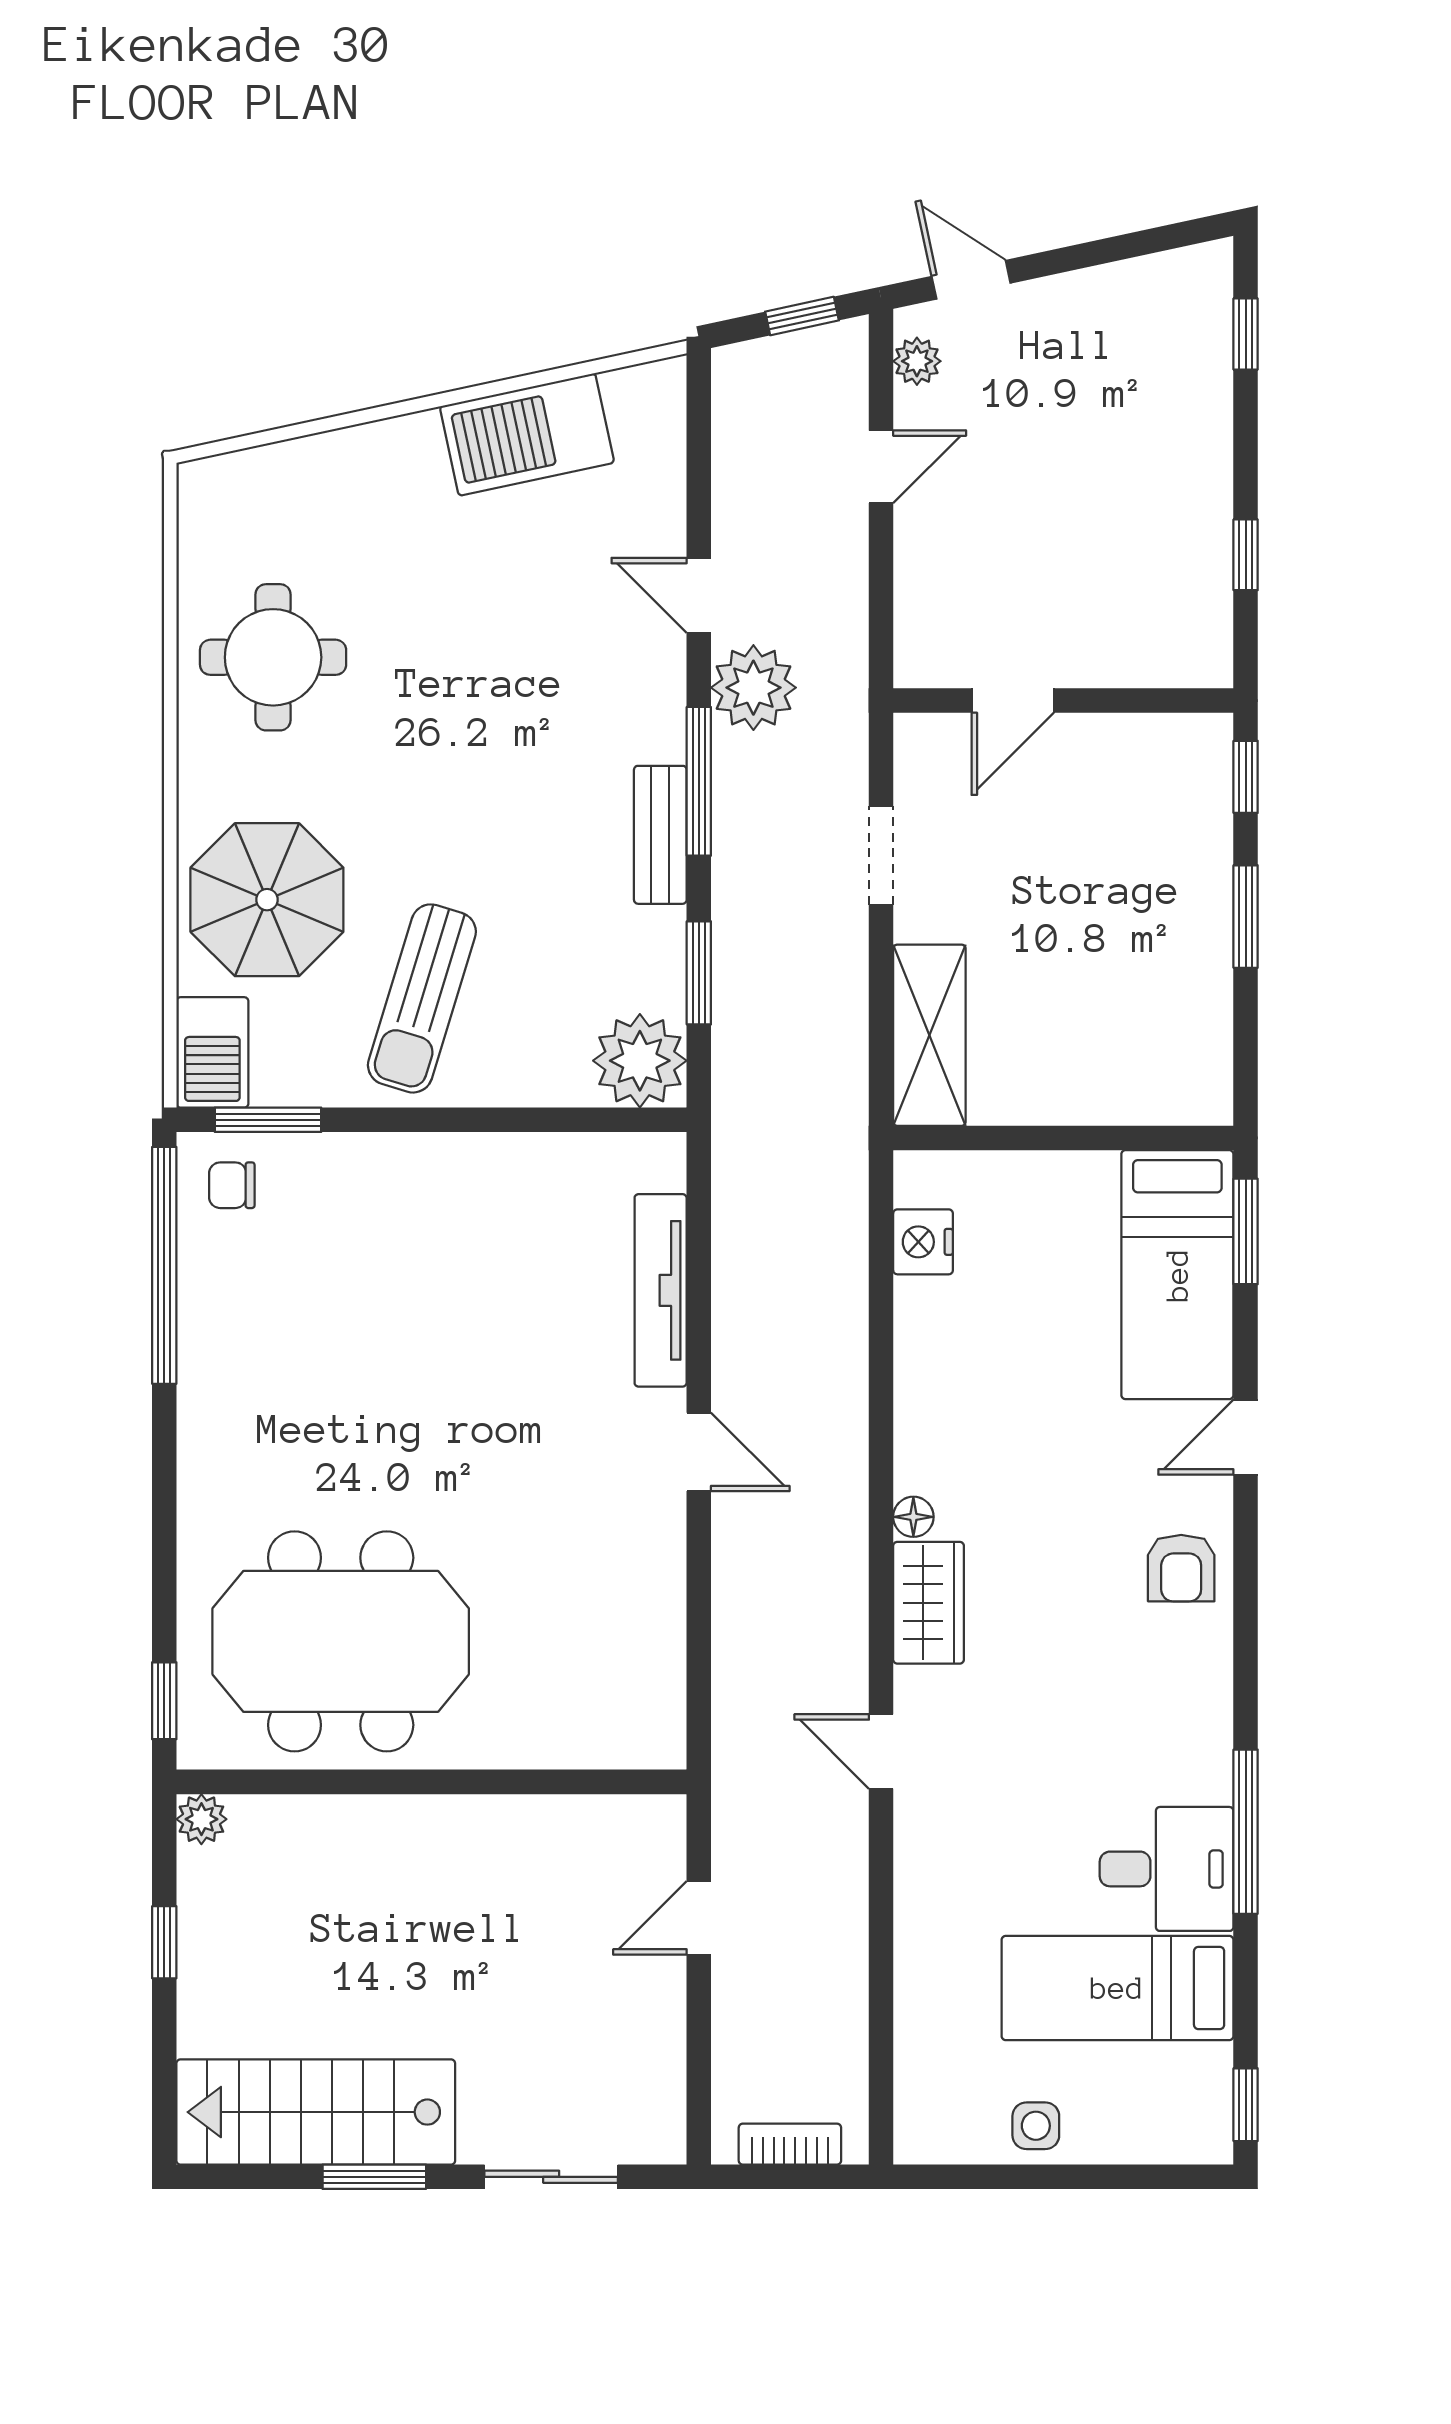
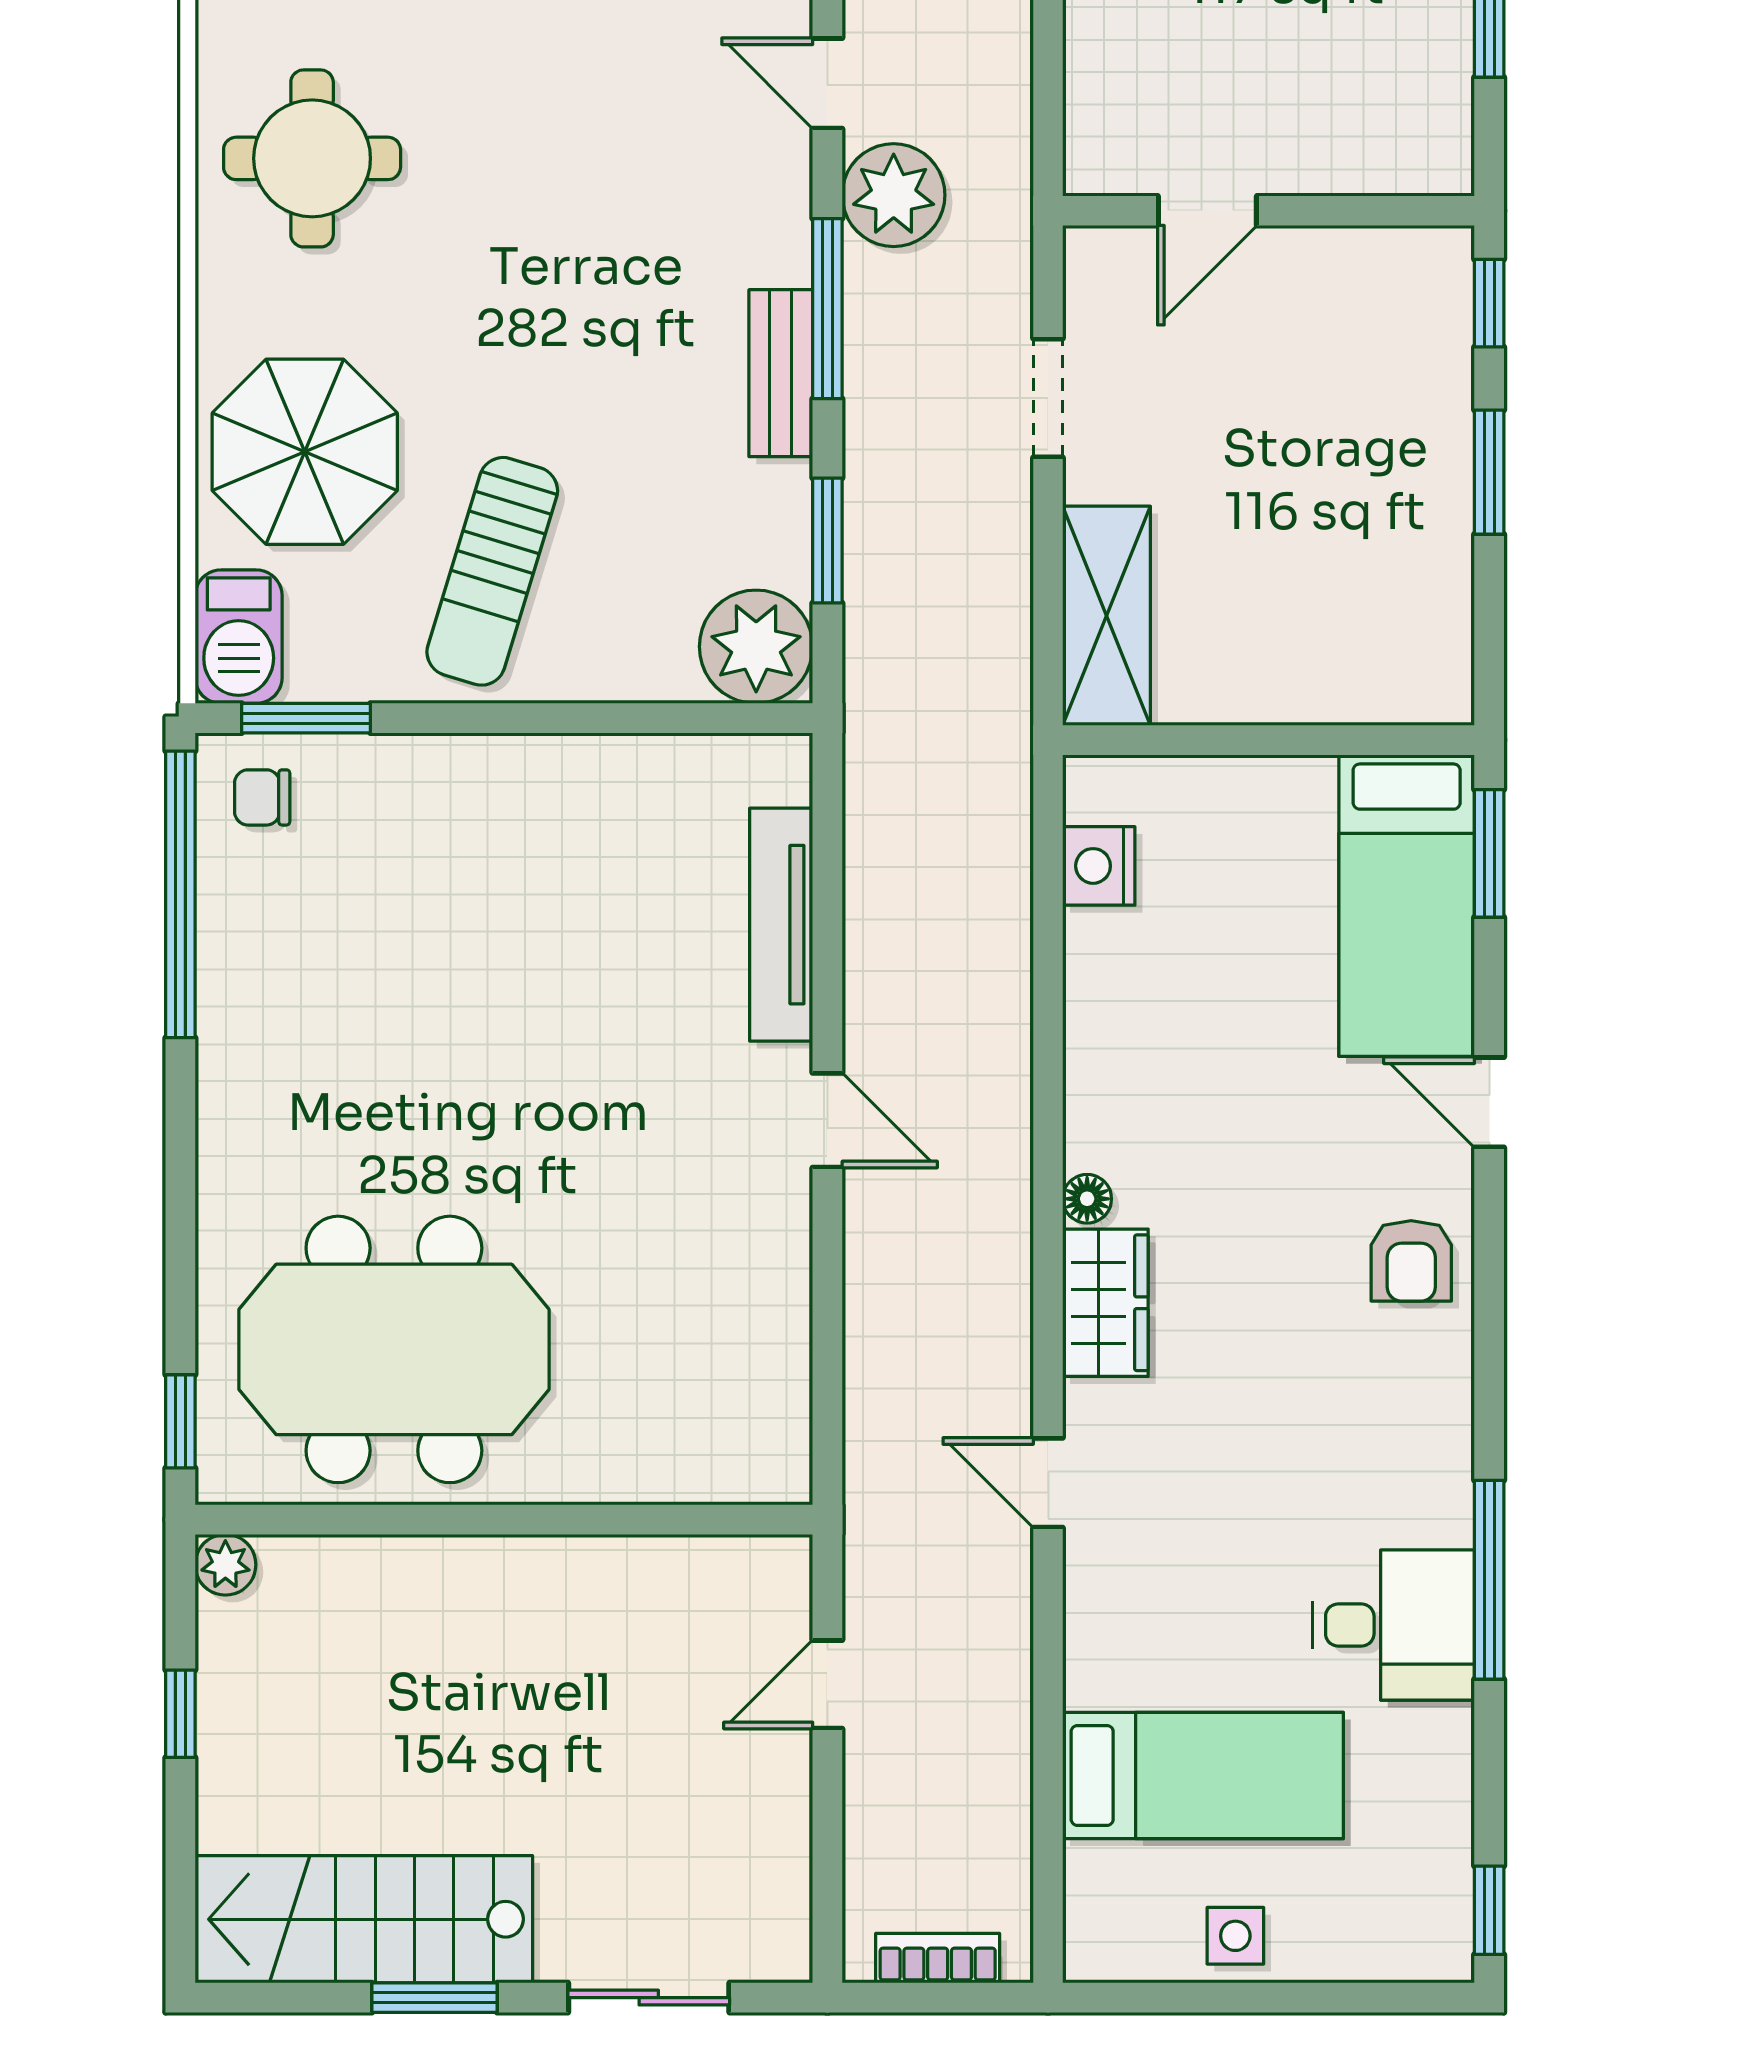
door: (1246, 1437) -> (1489, 1102), hinge flipped
bed: (1117, 1988) -> (1203, 1775), moved, turned 180

